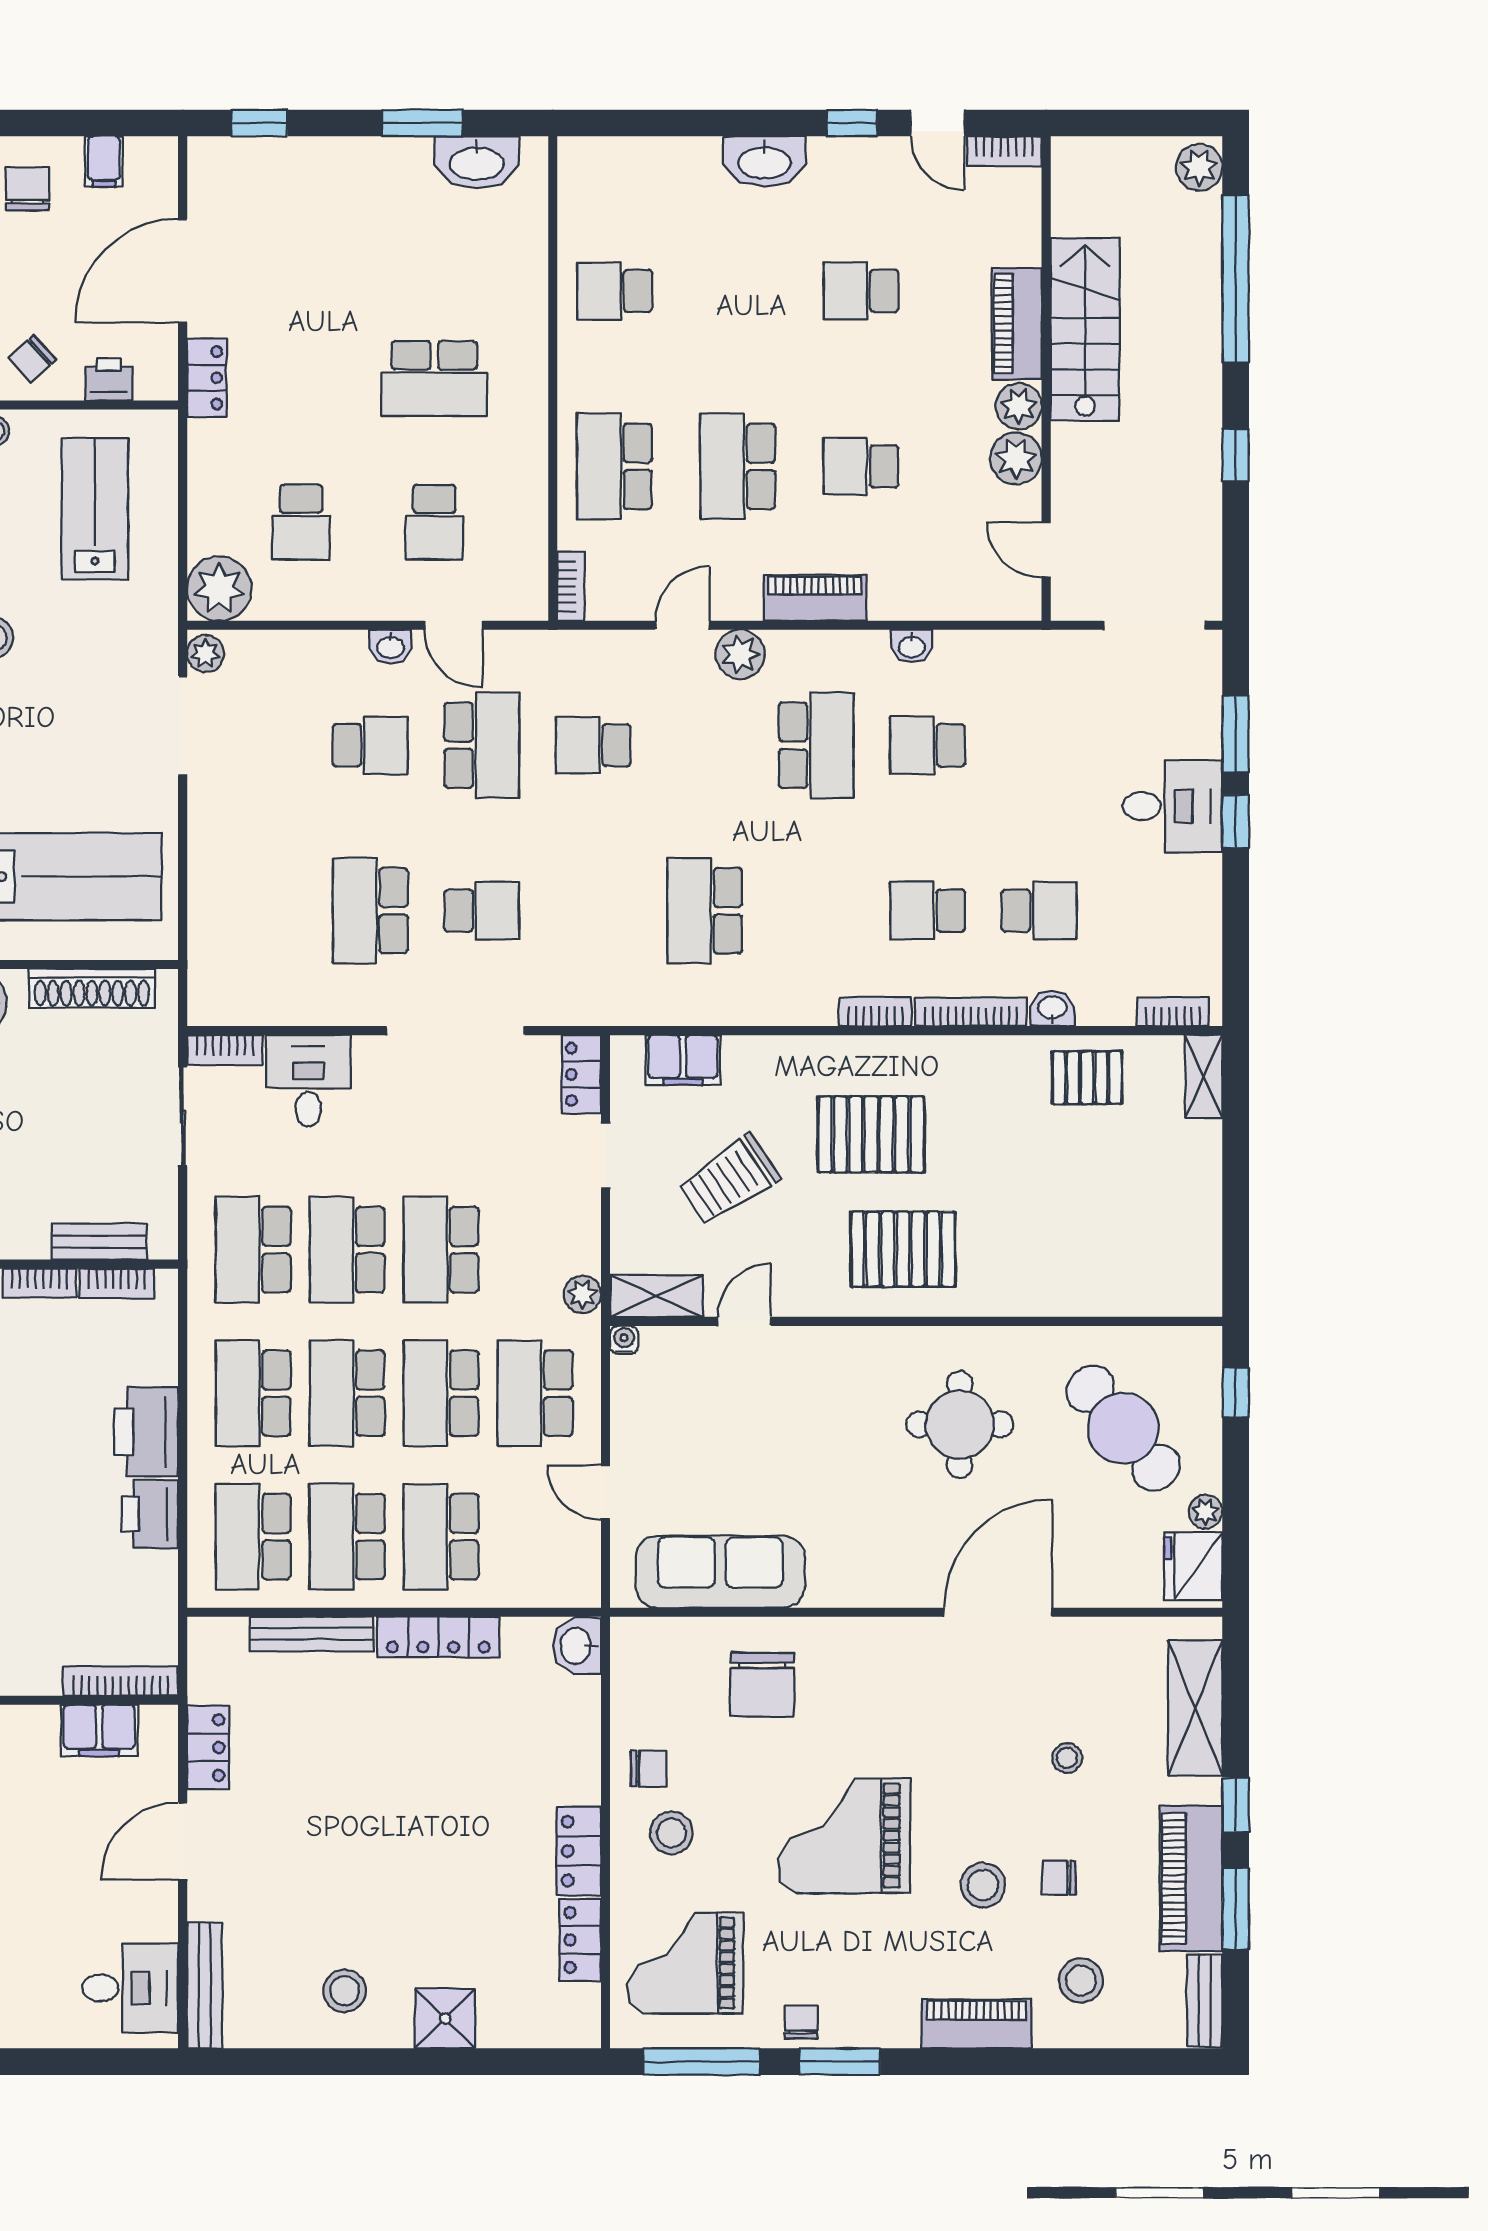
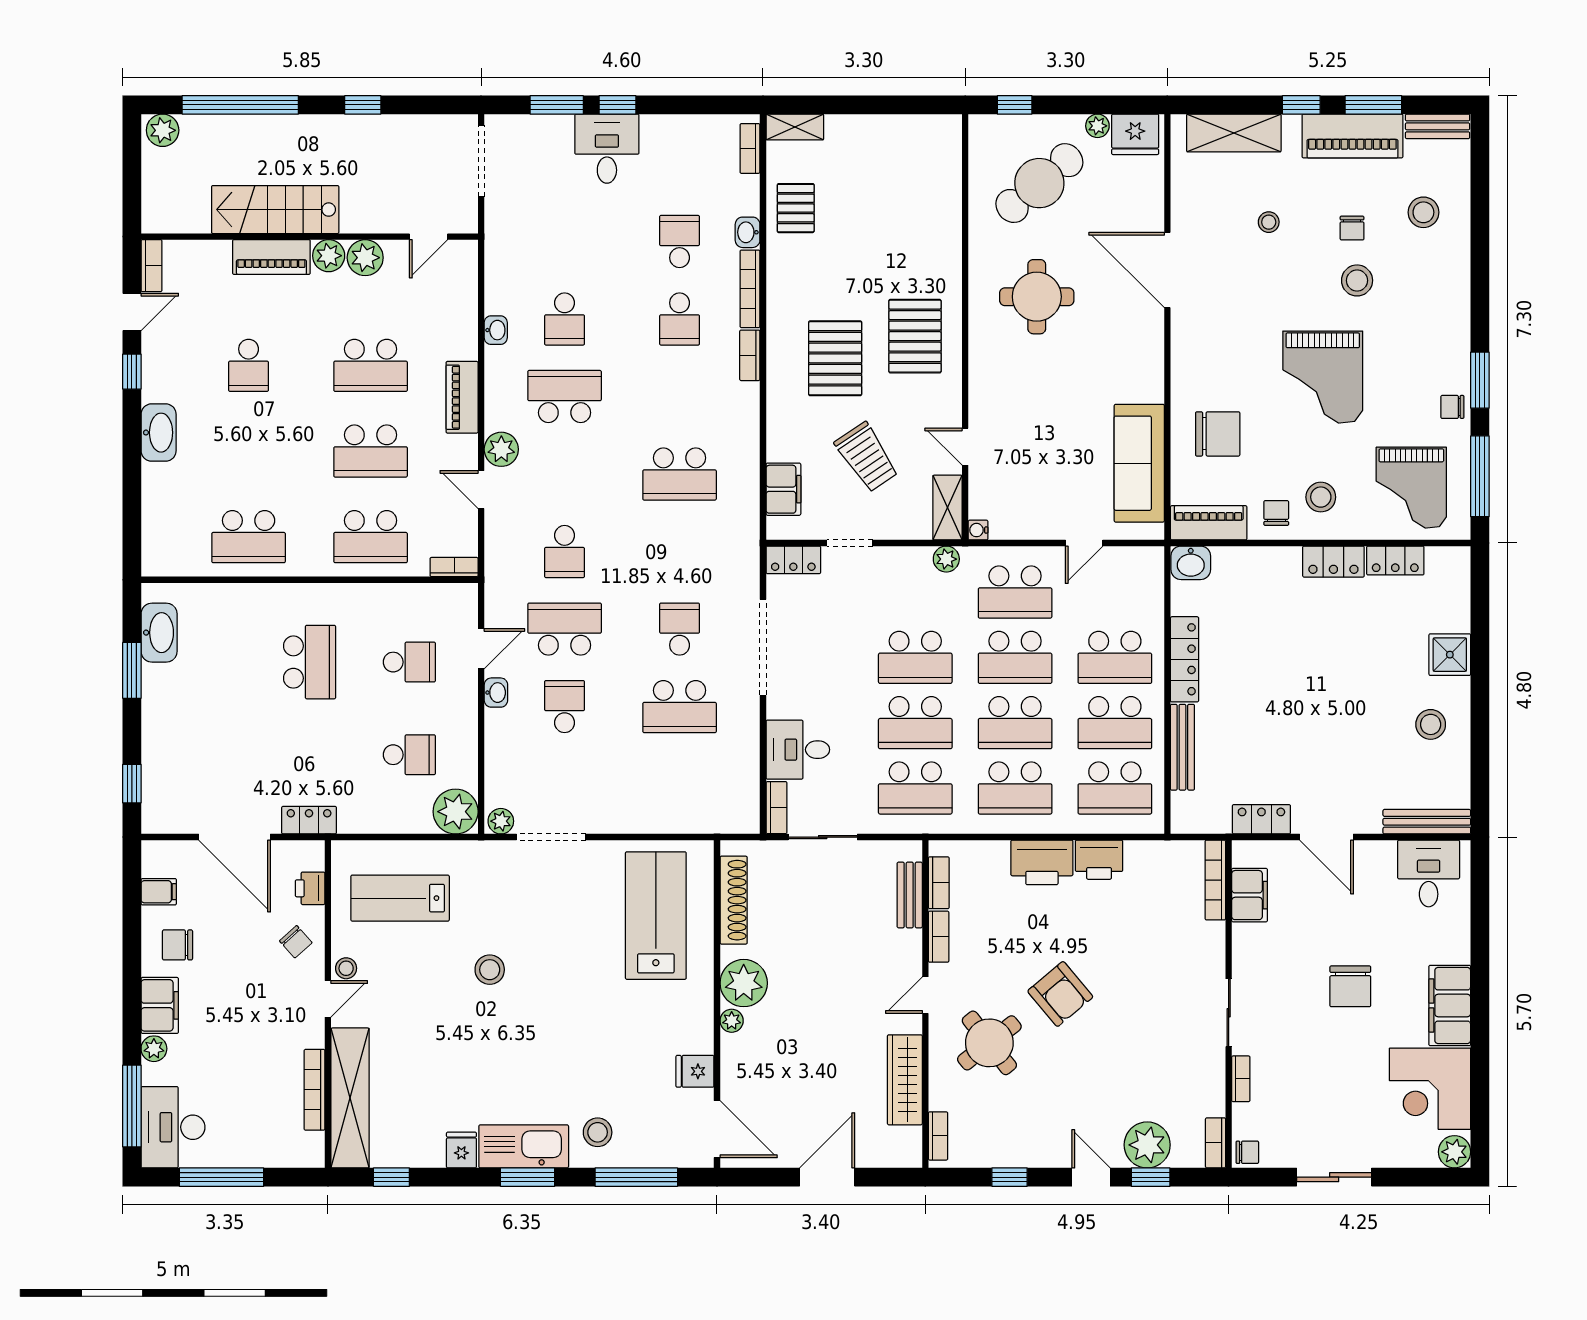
school desk: (615, 291) -> (249, 537), width x1.85
school desk: (861, 466) -> (371, 365), width x1.85
piano: (976, 2024) -> (1209, 523), moved, turned 90

